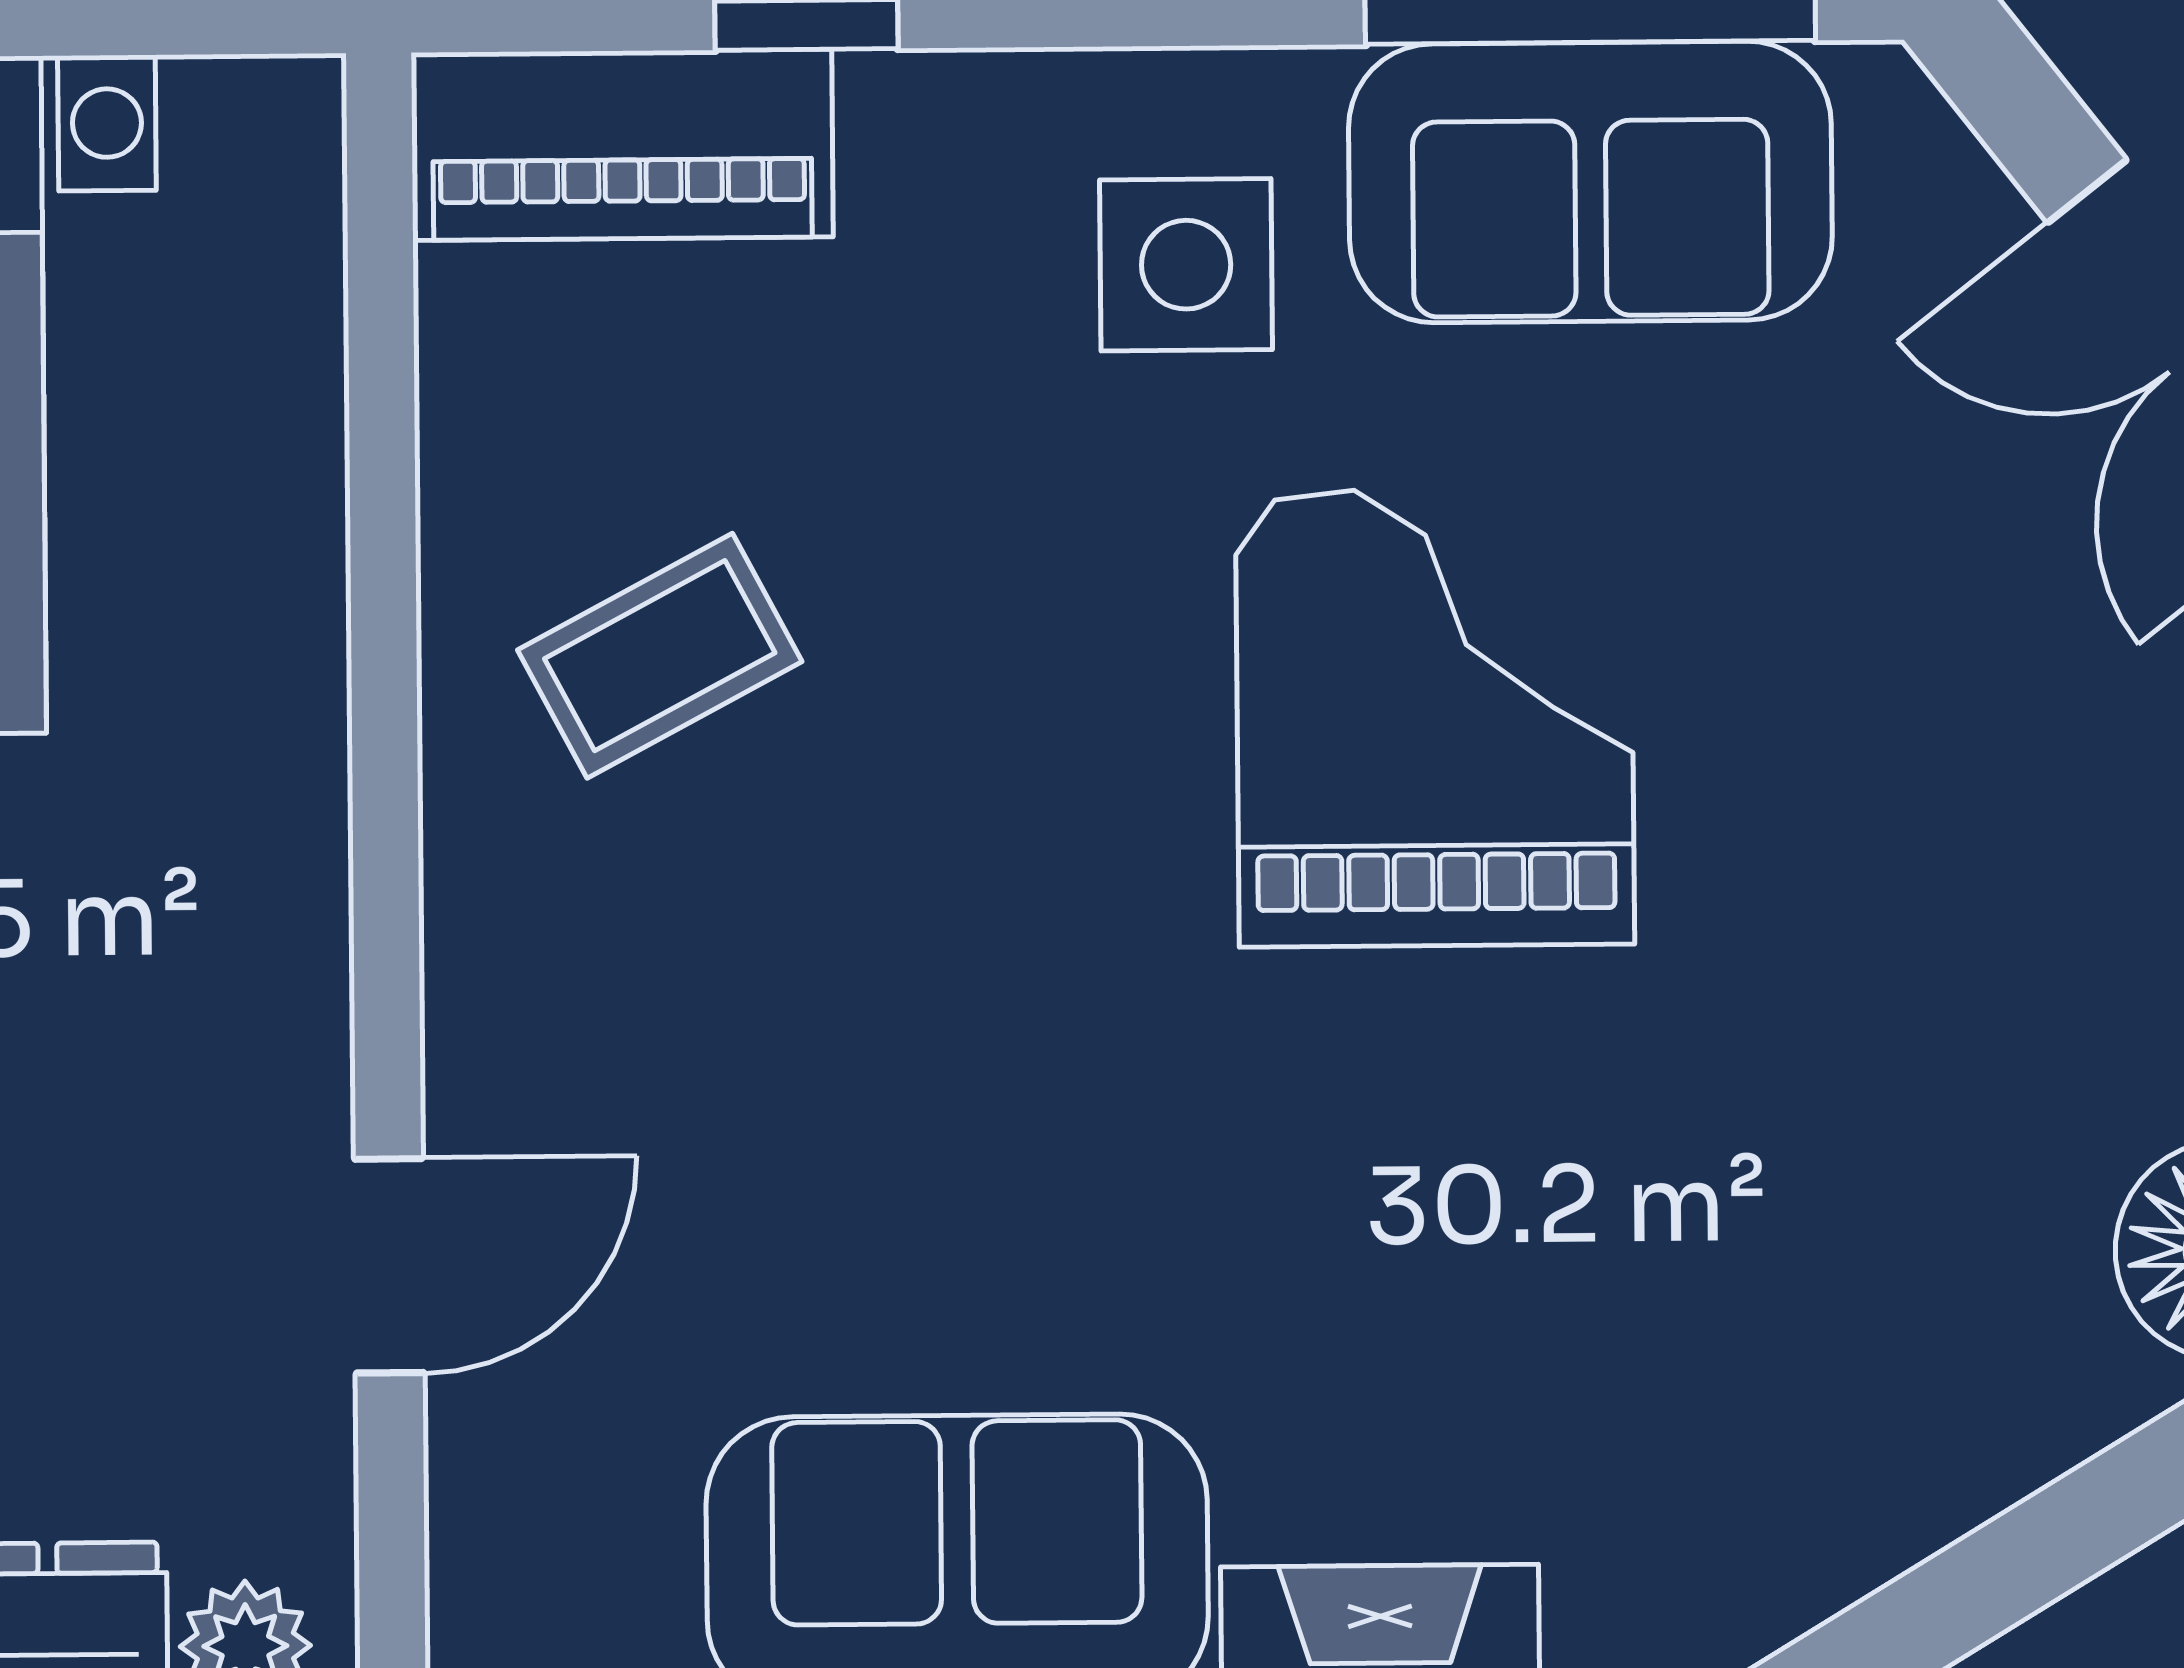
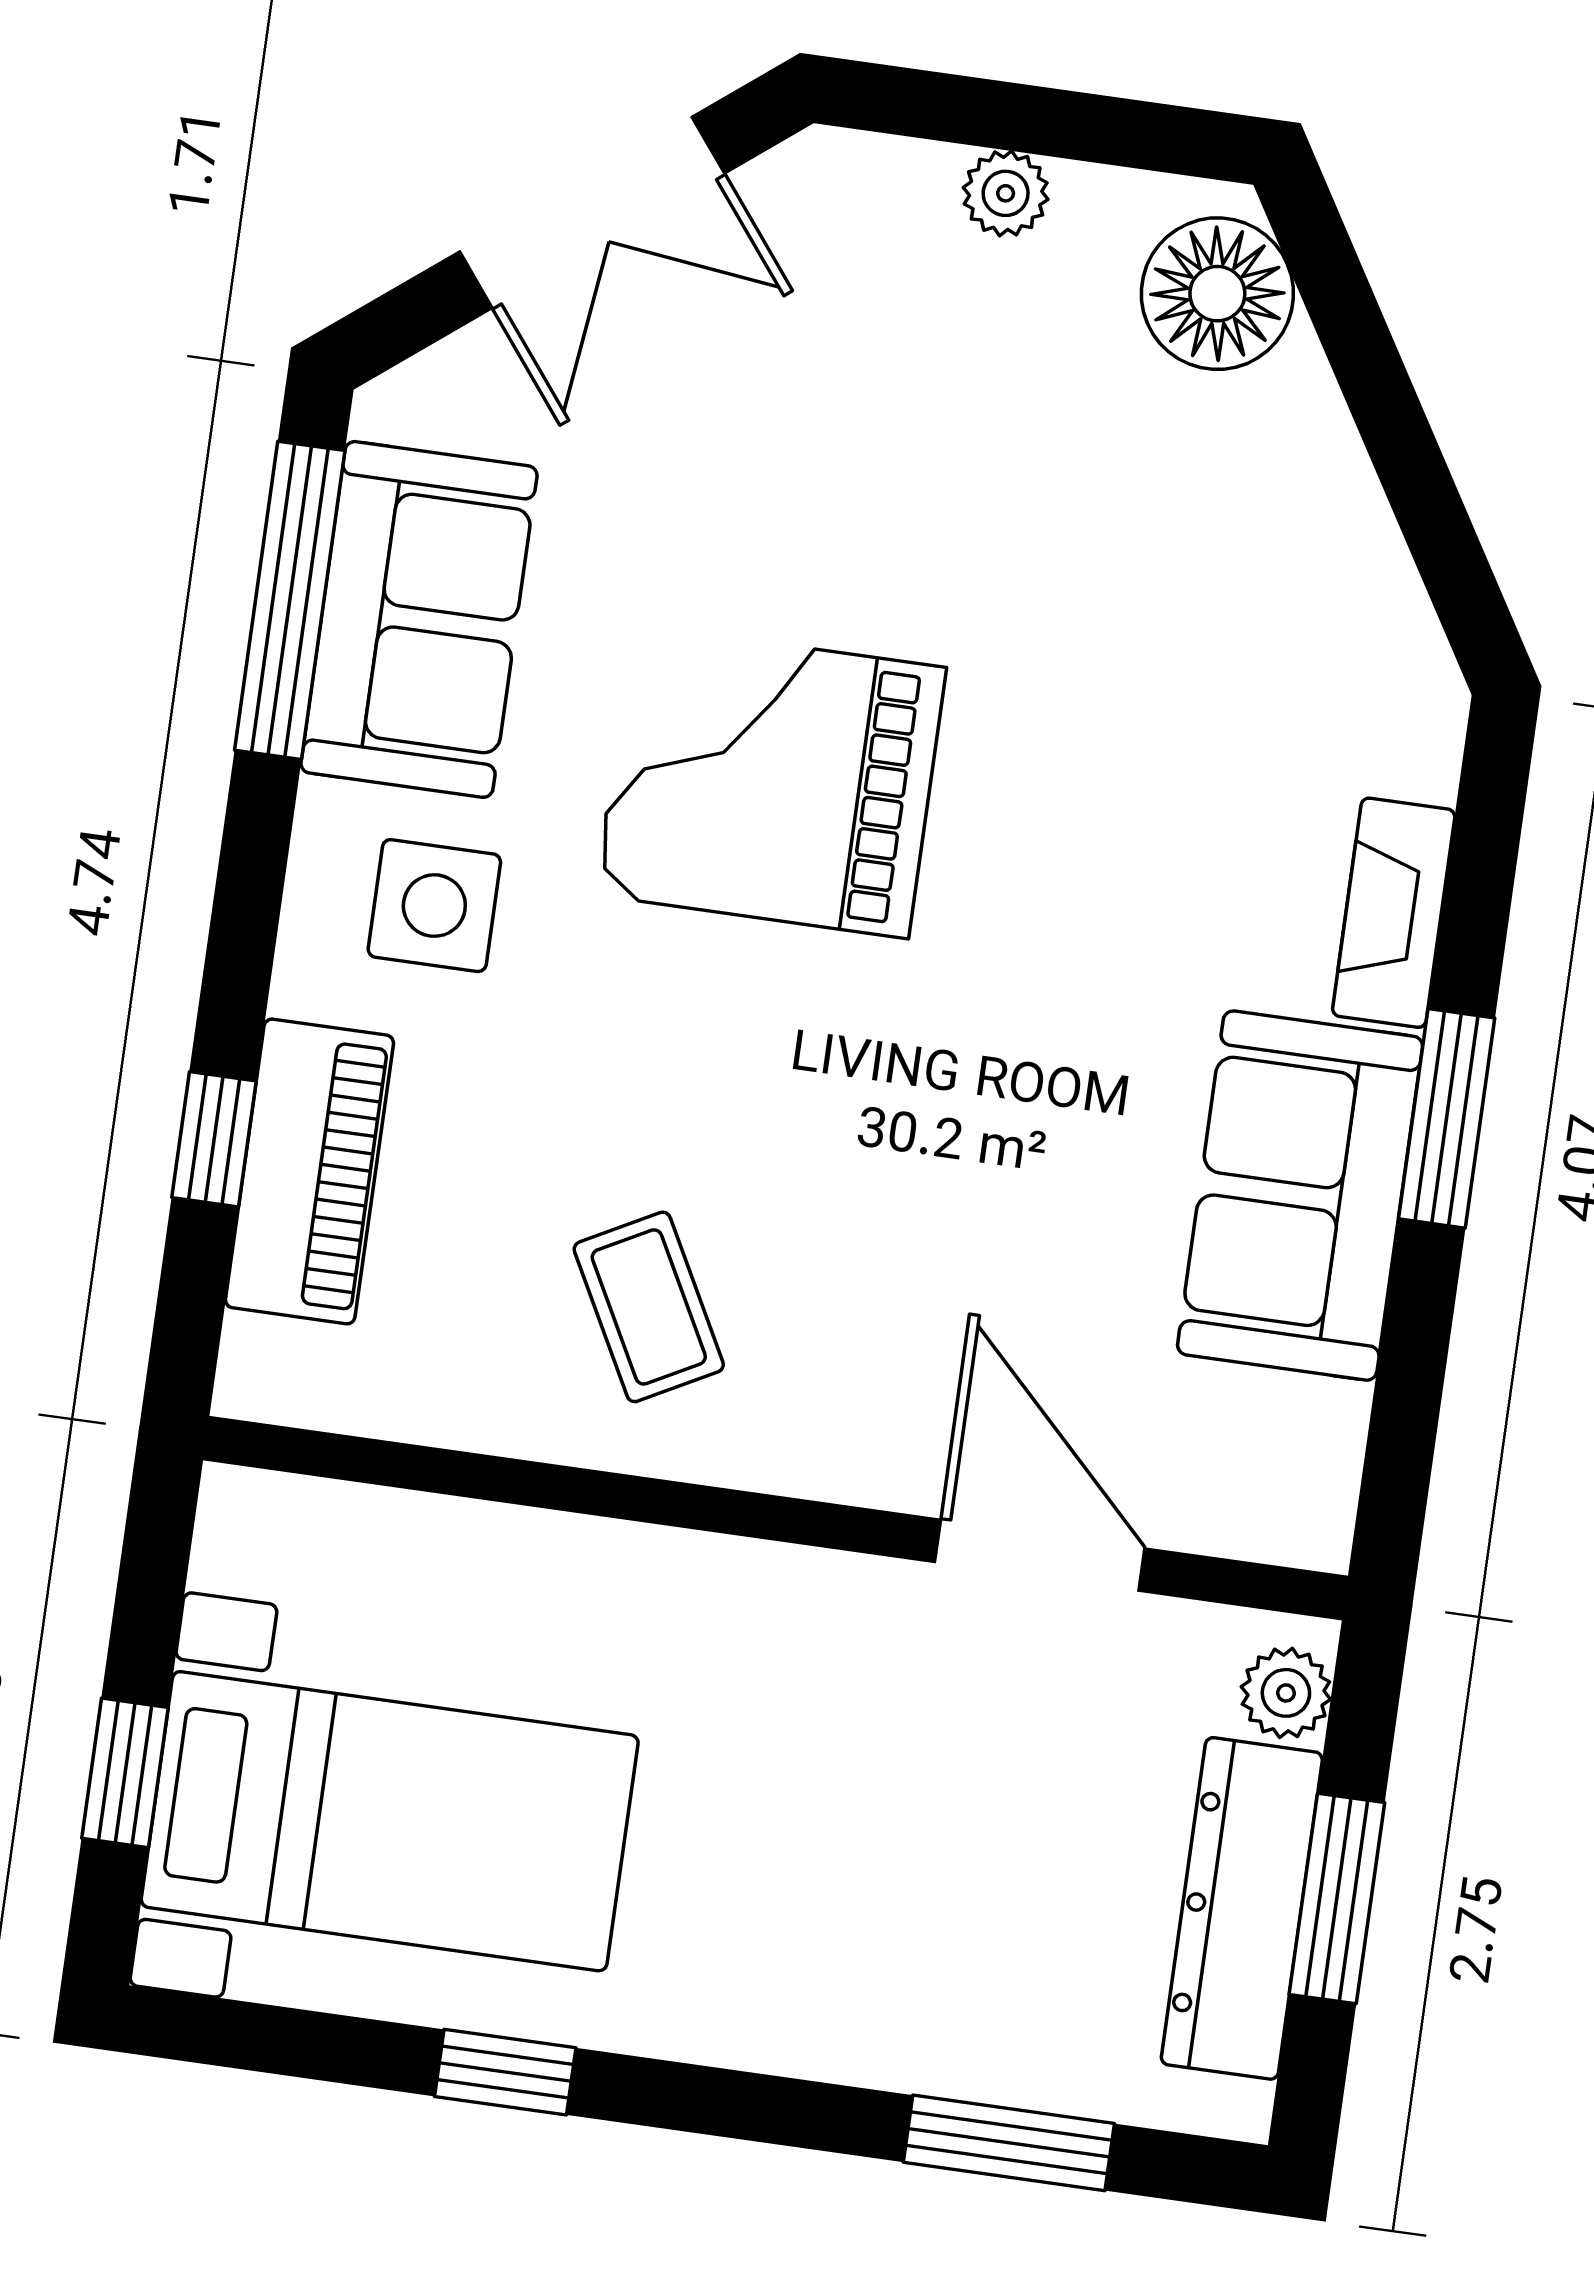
piano: (622, 145) -> (310, 1171), moved
door: (389, 1266) -> (1040, 1555), width x1.38

